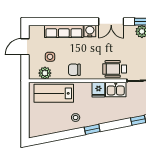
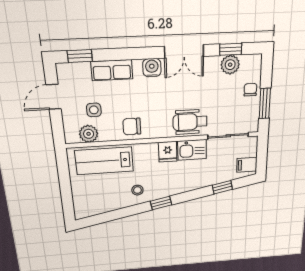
window: (44, 22) -> (80, 56), added
row of seats: (64, 31) -> (112, 70), width x0.68

